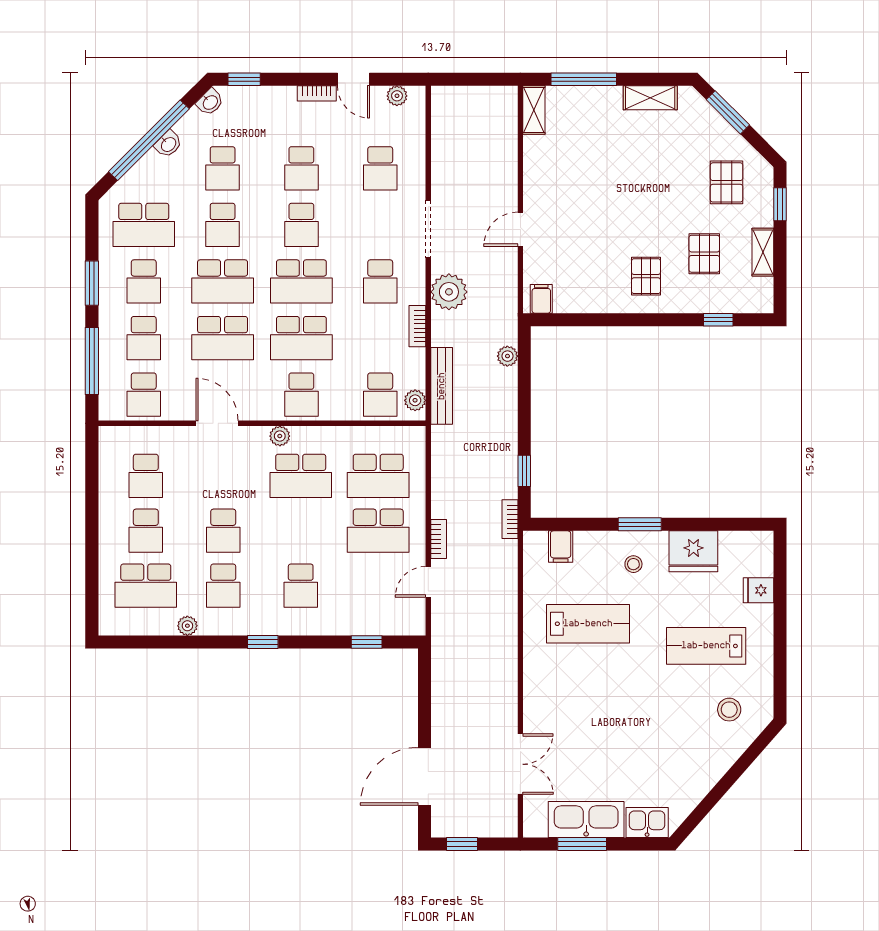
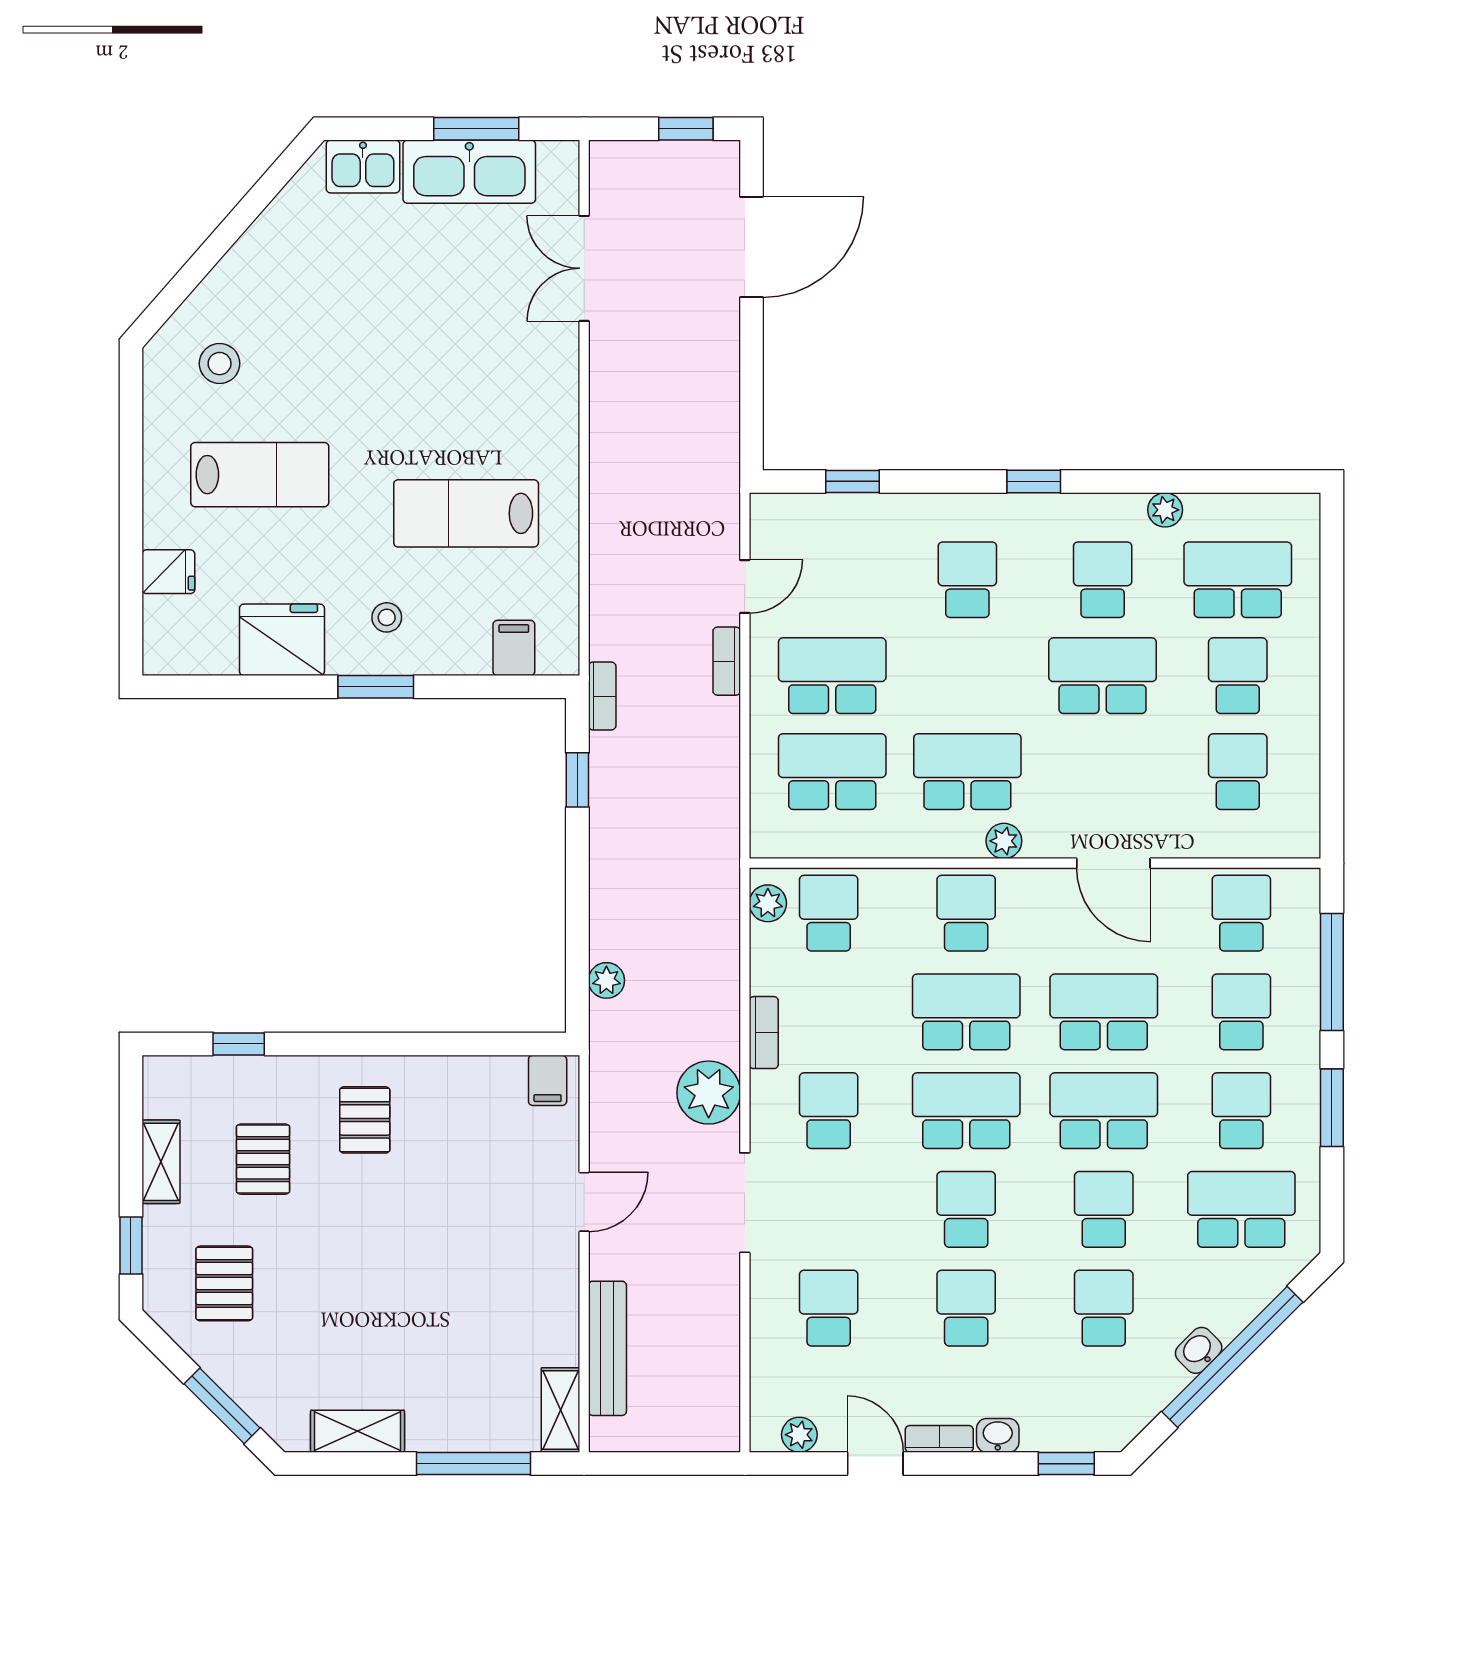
washbasin: (210, 102) -> (998, 1435), moved, turned 45
bench: (442, 386) -> (607, 1348), moved
school desk: (223, 531) -> (1103, 676), width x1.85

